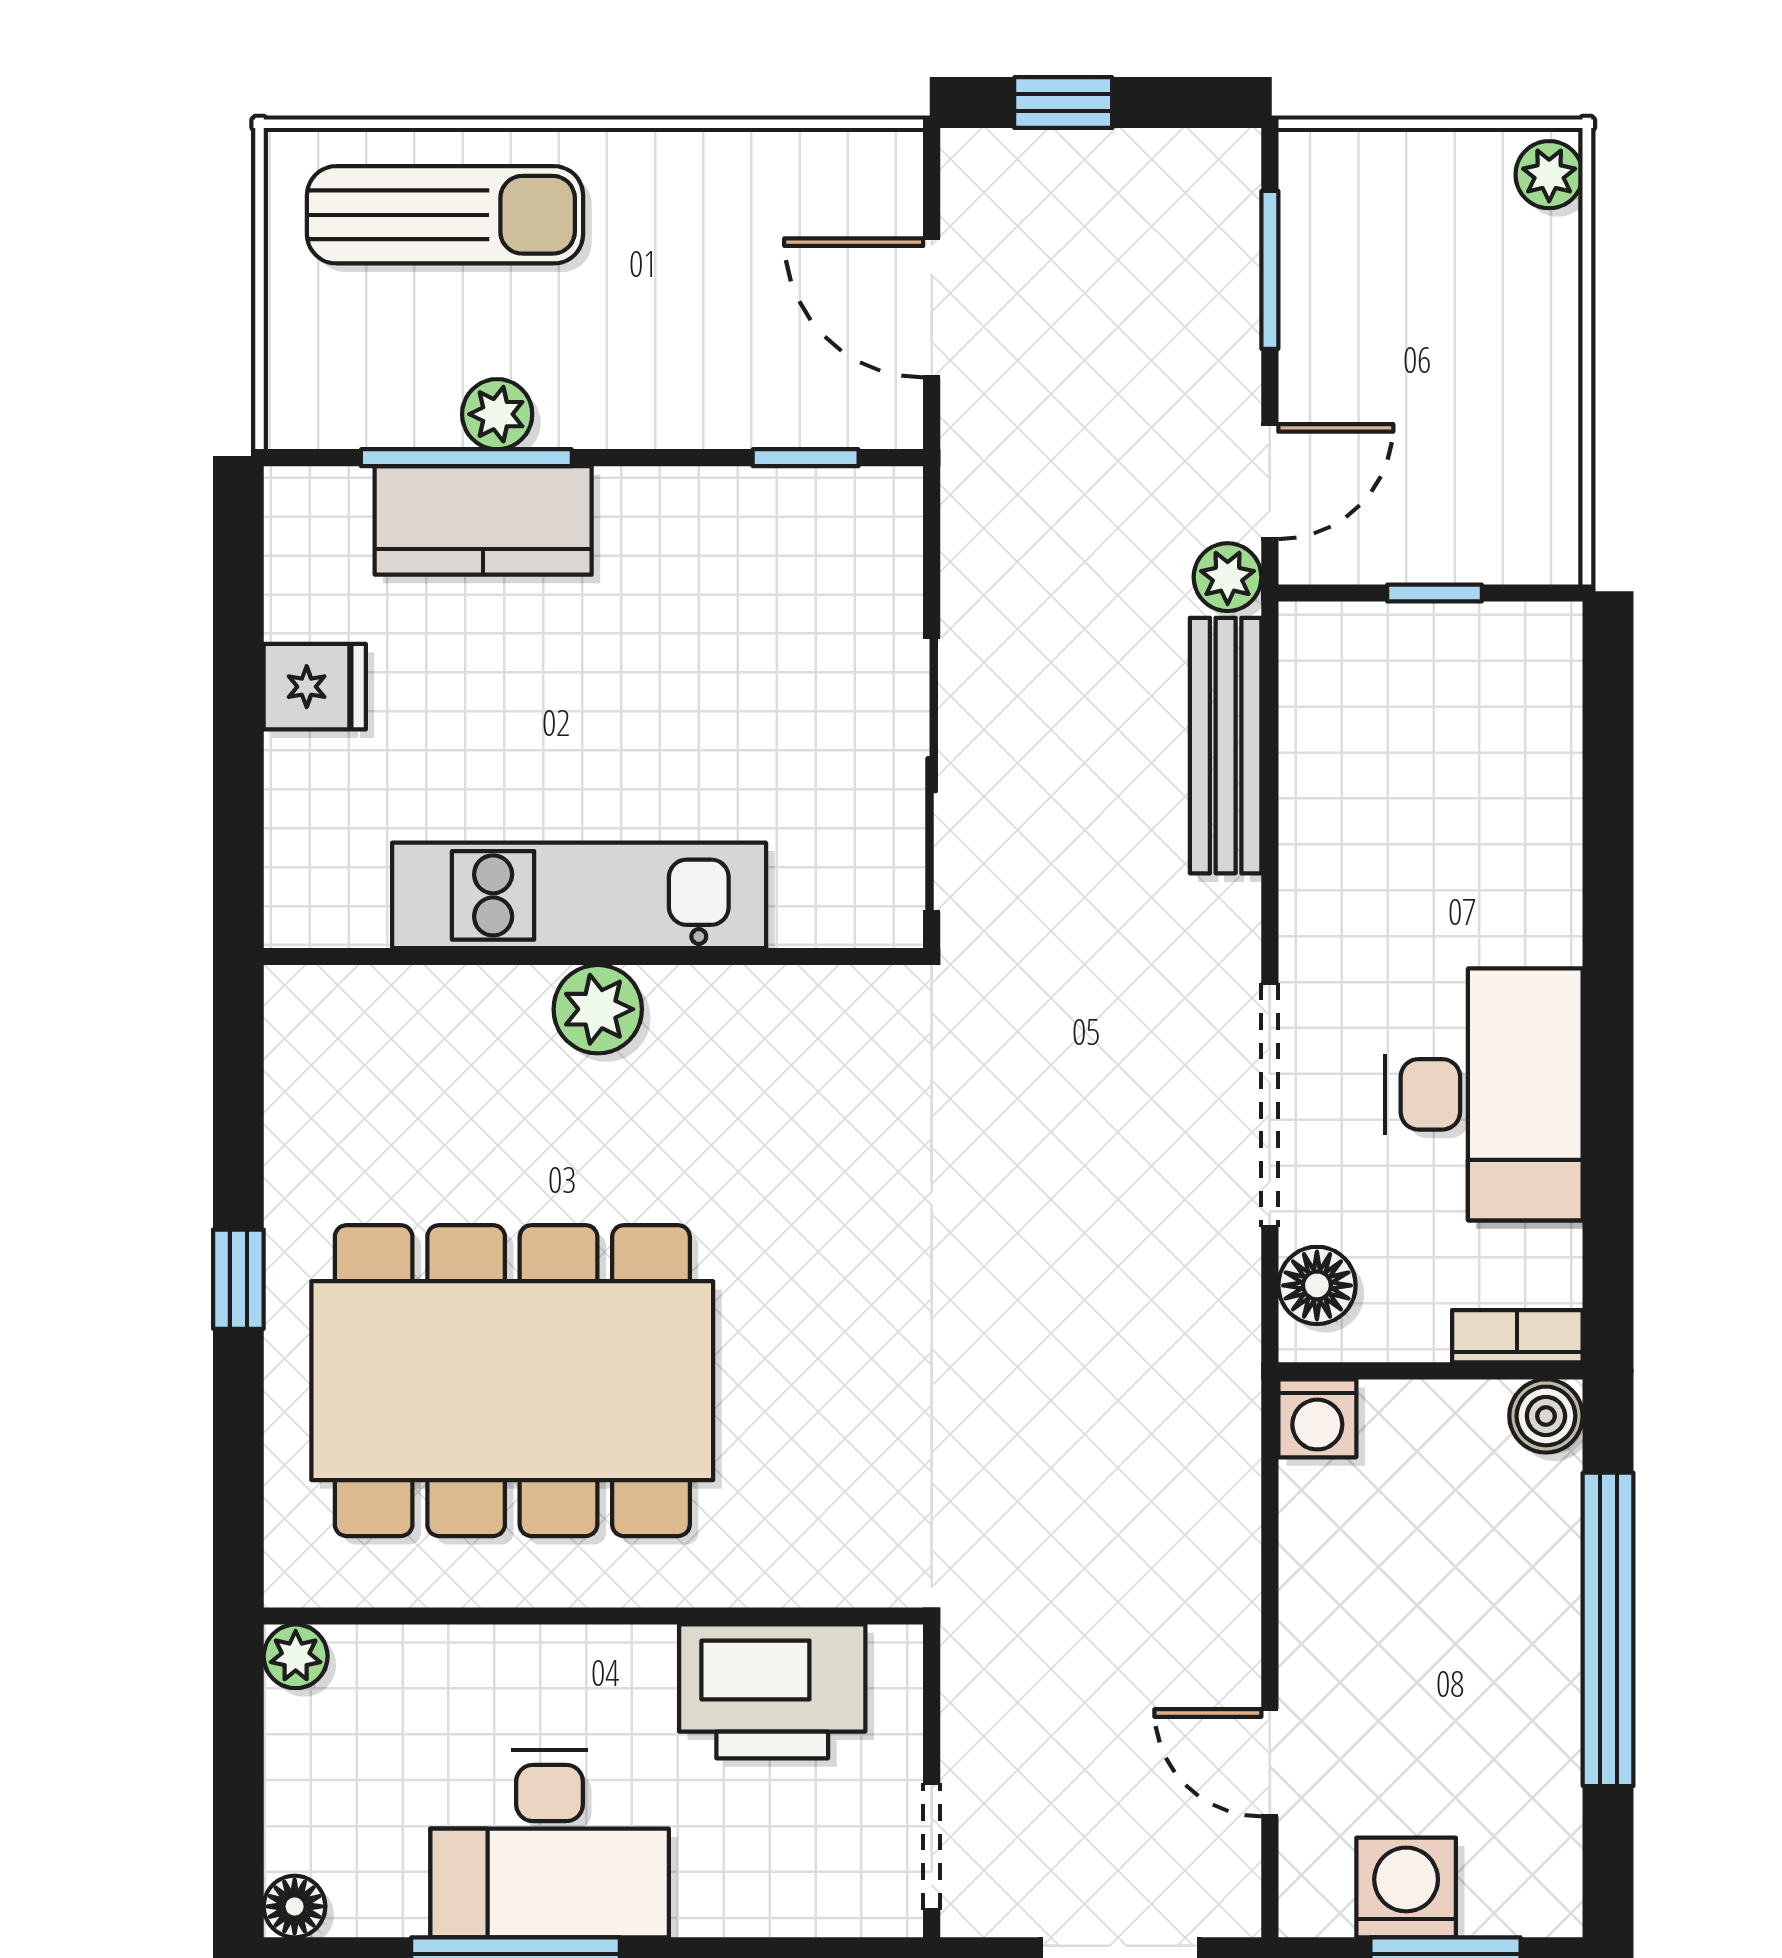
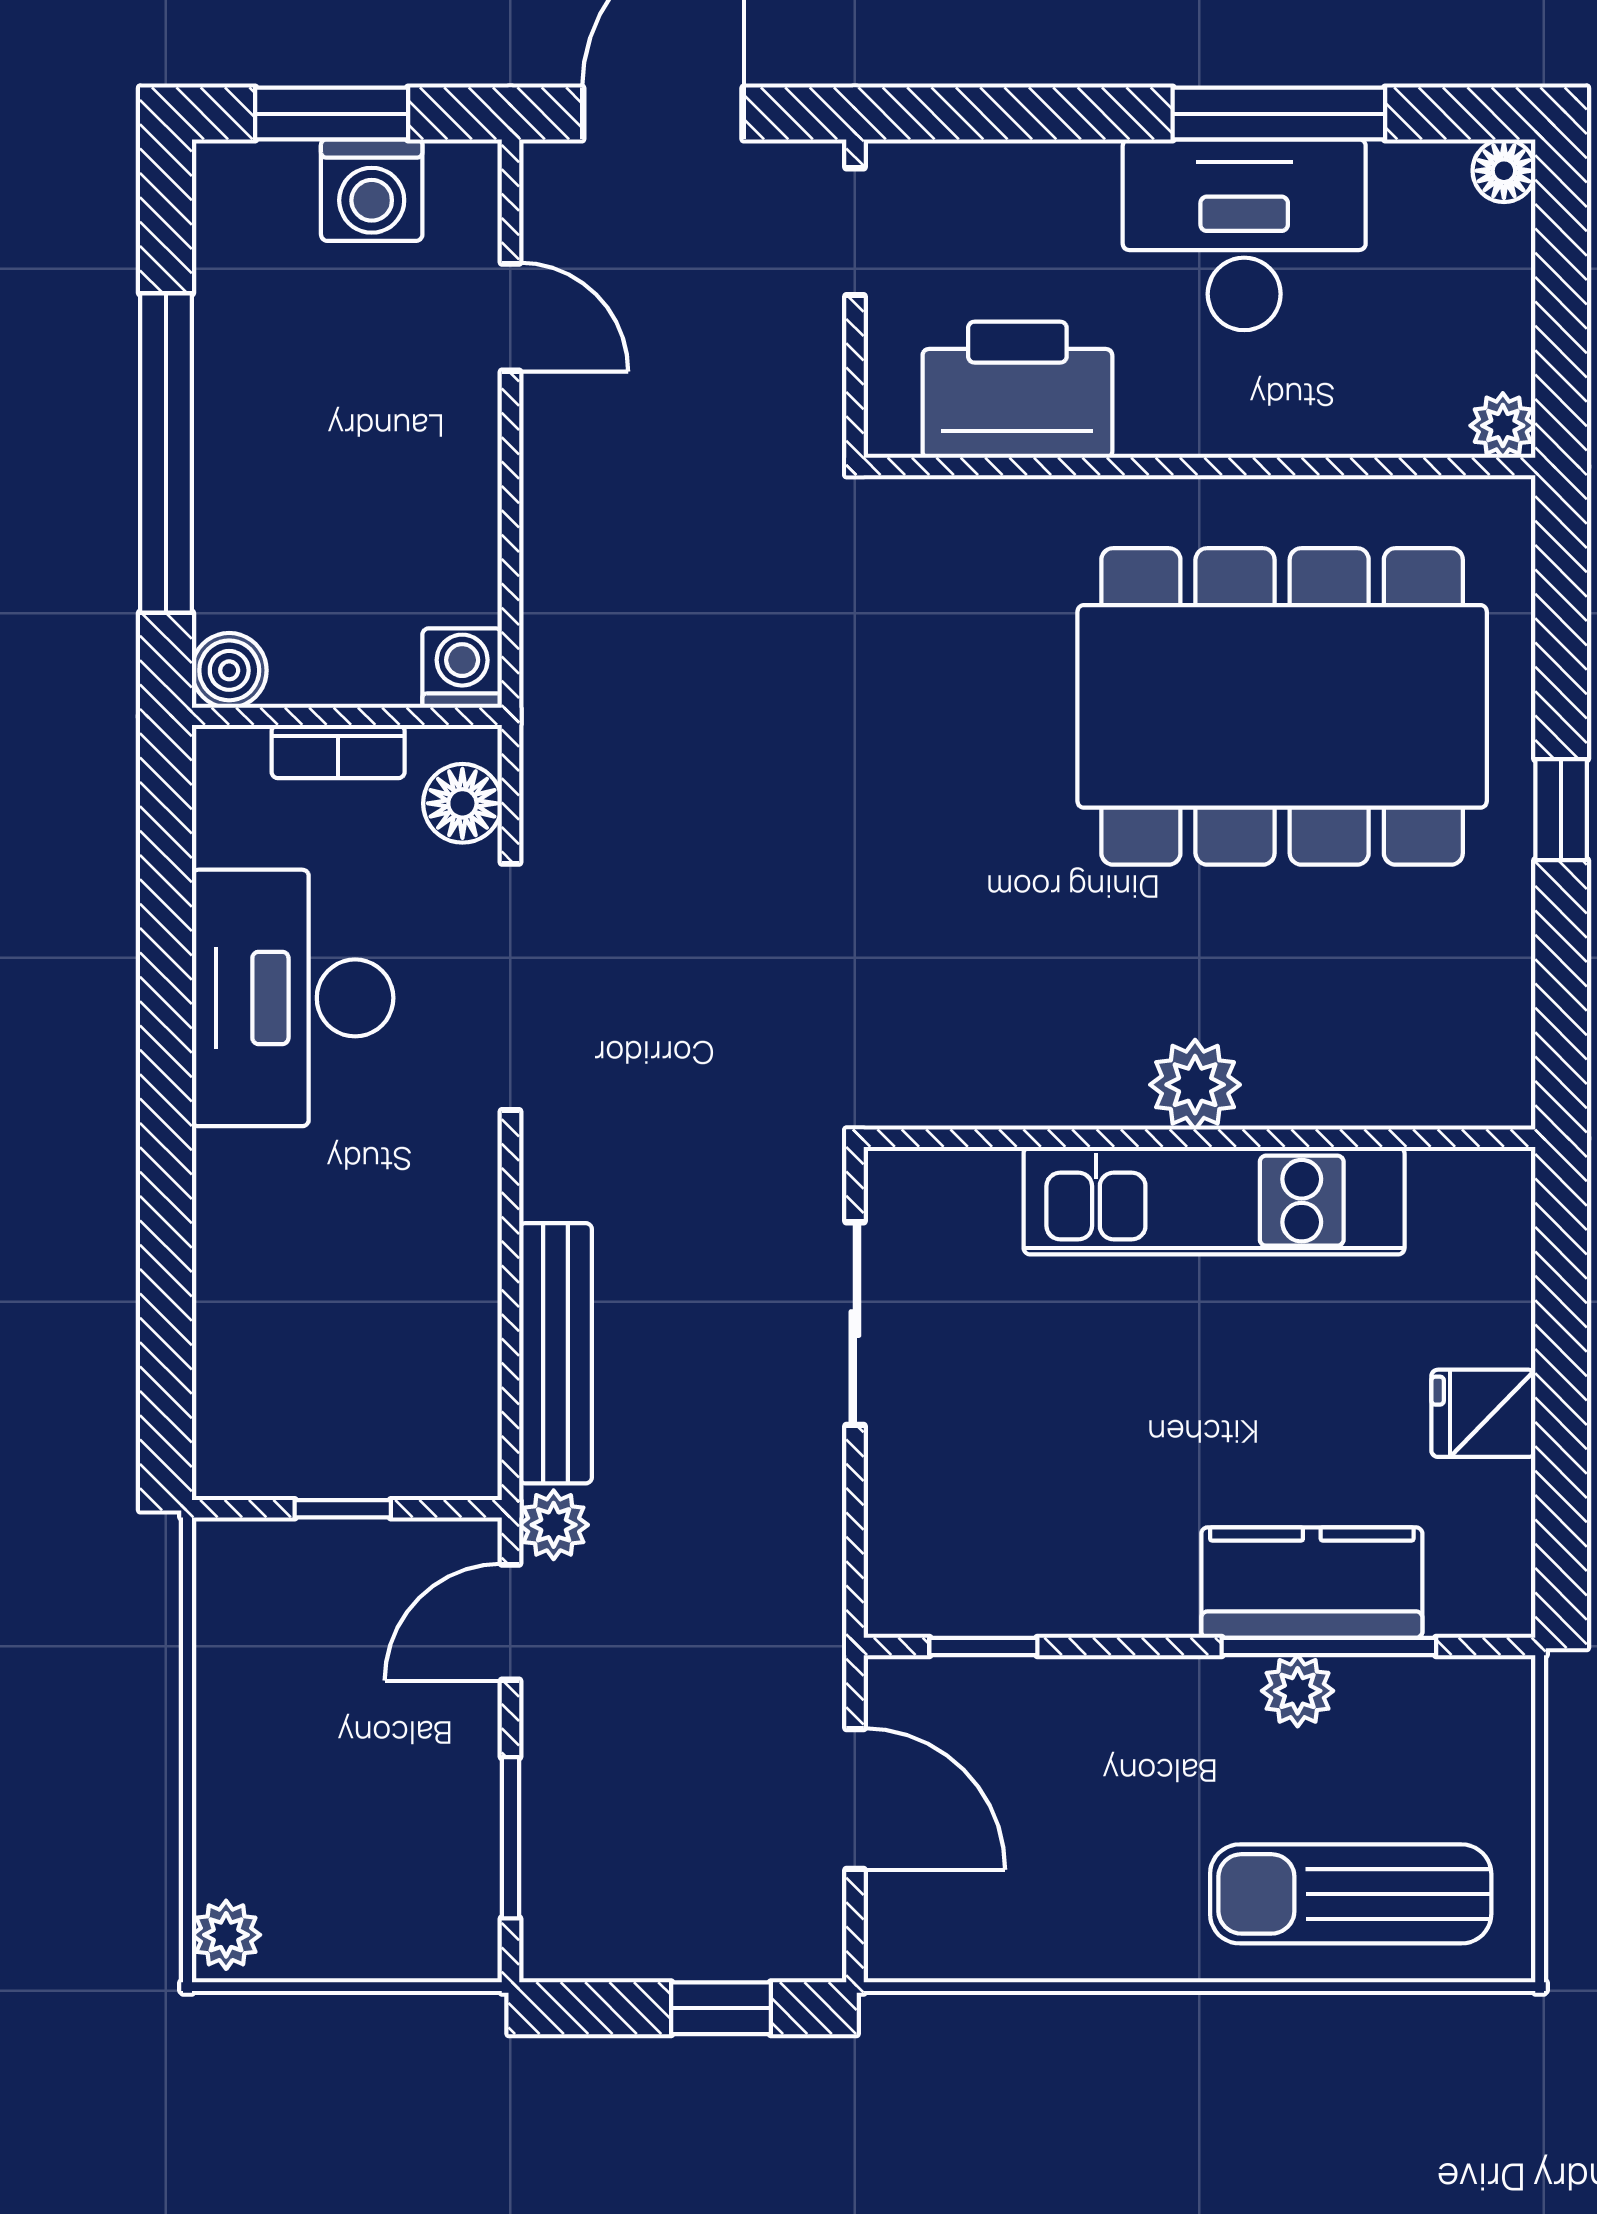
sliding door: (932, 775) -> (855, 1324), width x0.73
bookcase: (1517, 1336) -> (338, 752), moved

